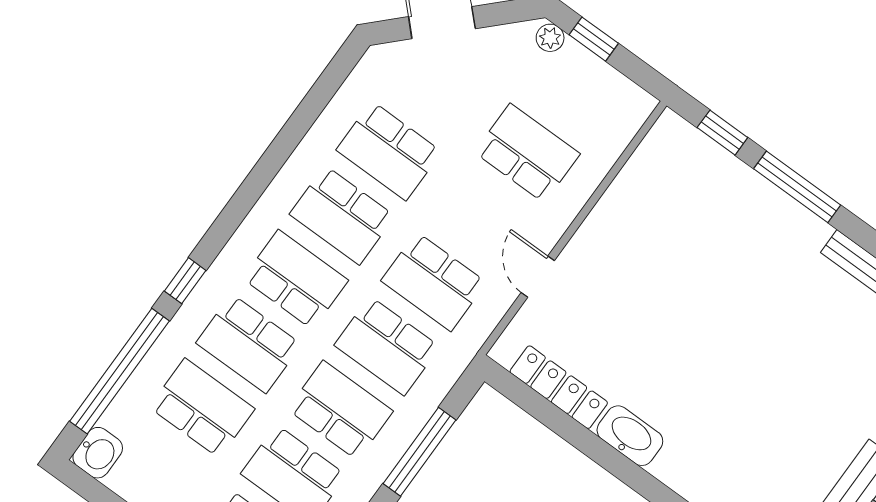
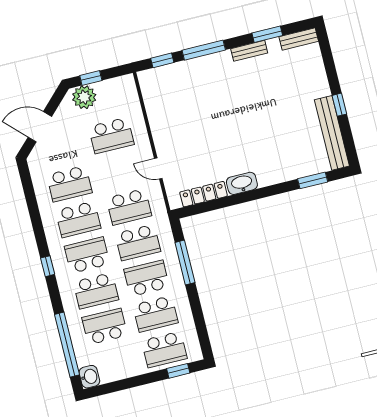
plant: (550, 38) -> (84, 97), width x1.88, depth x1.88
school desk: (527, 153) -> (111, 135), turned 180
window: (185, 281) -> (48, 266), moved

